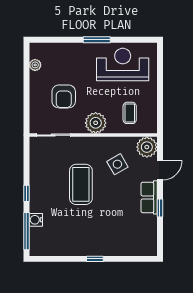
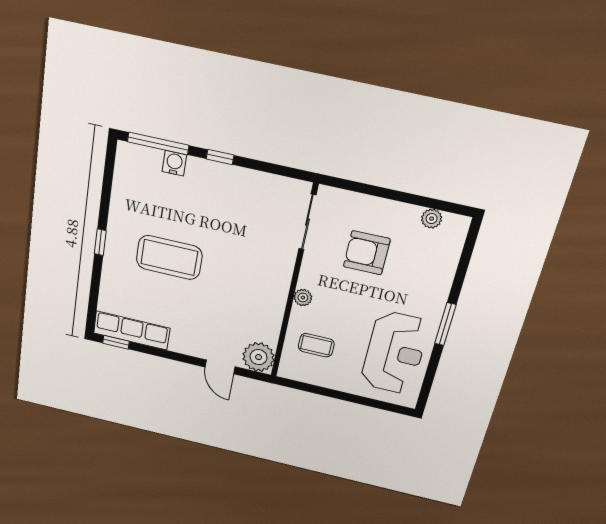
plant: (96, 123) -> (303, 298), width x0.53, depth x0.53
side table: (117, 164) -> (241, 309), removed
coffee table: (81, 184) -> (169, 257), moved
row of seats: (149, 197) -> (132, 331), moved, width x1.48
window: (160, 208) -> (116, 342), moved

